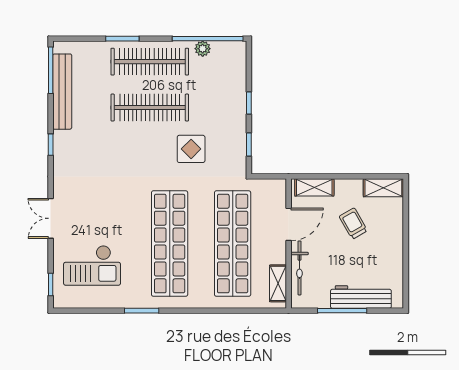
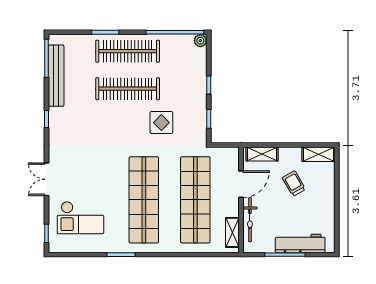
plant: (203, 49) -> (200, 41), moved

